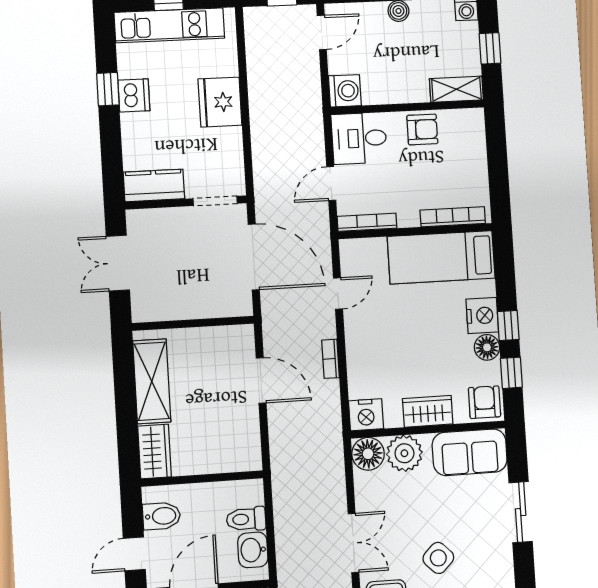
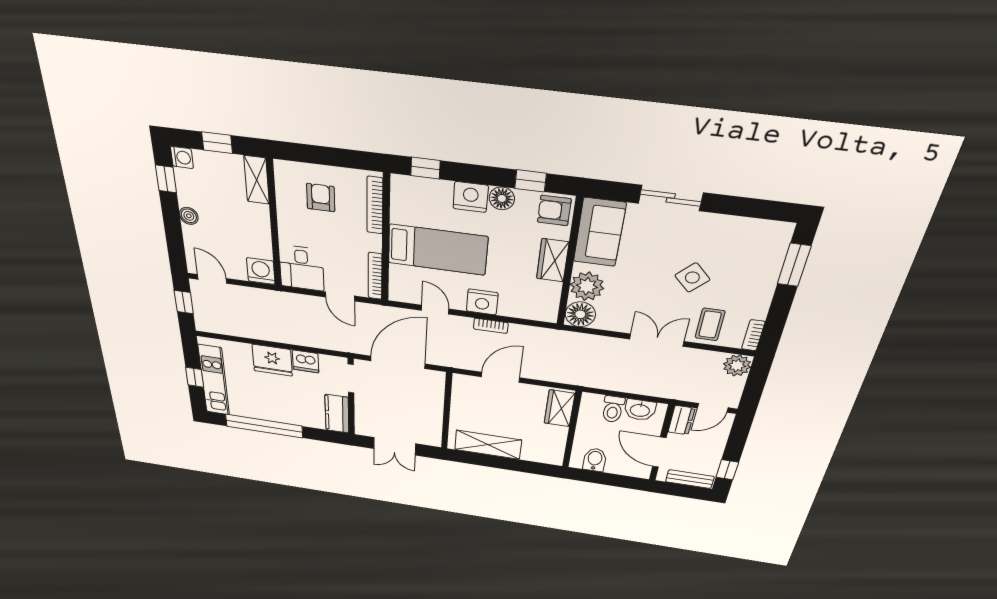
window: (108, 89) -> (264, 426), width x3.17
dishwasher: (134, 95) -> (306, 361), moved, turned 180
armchair: (422, 129) -> (321, 198), moved
bed: (441, 257) -> (437, 250), moved, turned -90
window: (508, 326) -> (425, 168), moved
nightstand: (366, 415) -> (482, 302), moved, turned 90
wardrobe: (154, 451) -> (559, 408), moved, turned -90
door: (134, 554) -> (619, 481), removed

